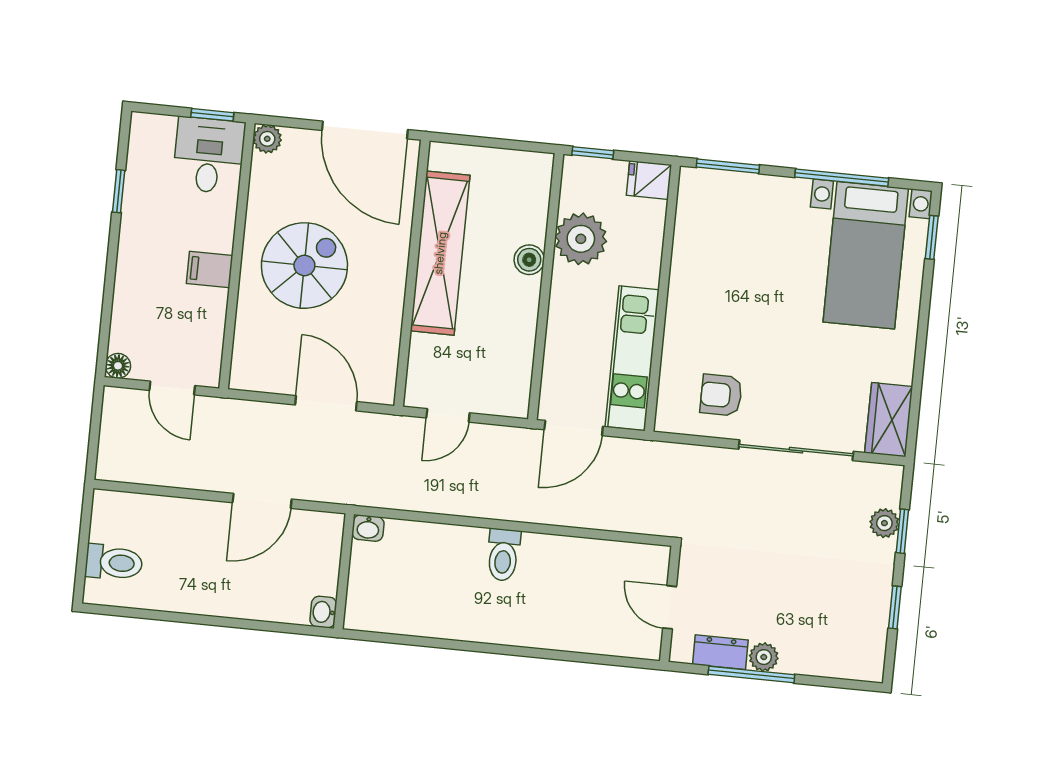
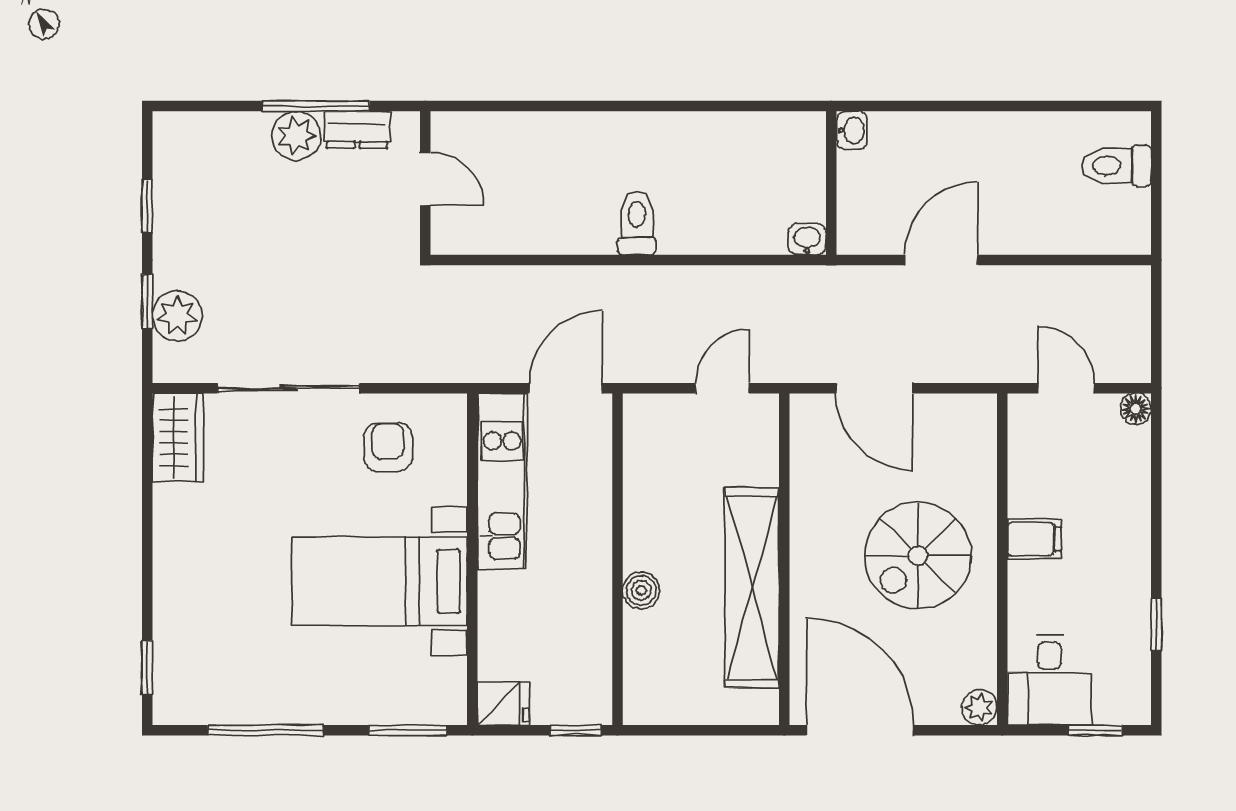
window: (212, 115) -> (1095, 730), moved
plant: (581, 239) -> (580, 623), removed
bed with nightstands: (866, 255) -> (379, 581), moved, turned -90
armchair: (721, 395) -> (388, 447), turned -90
plant: (884, 523) -> (177, 316), width x1.38, depth x1.38
plant: (764, 657) -> (296, 136), width x1.38, depth x1.38

